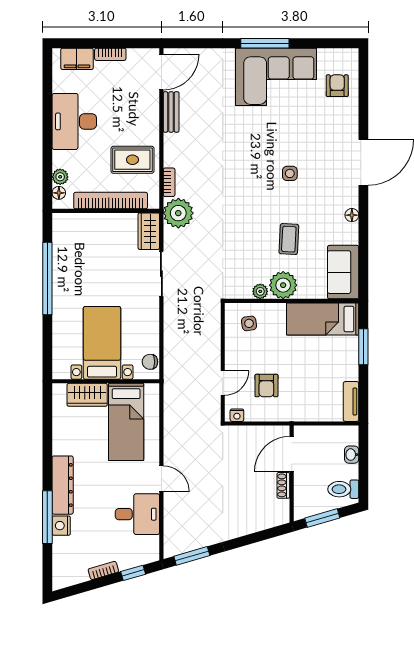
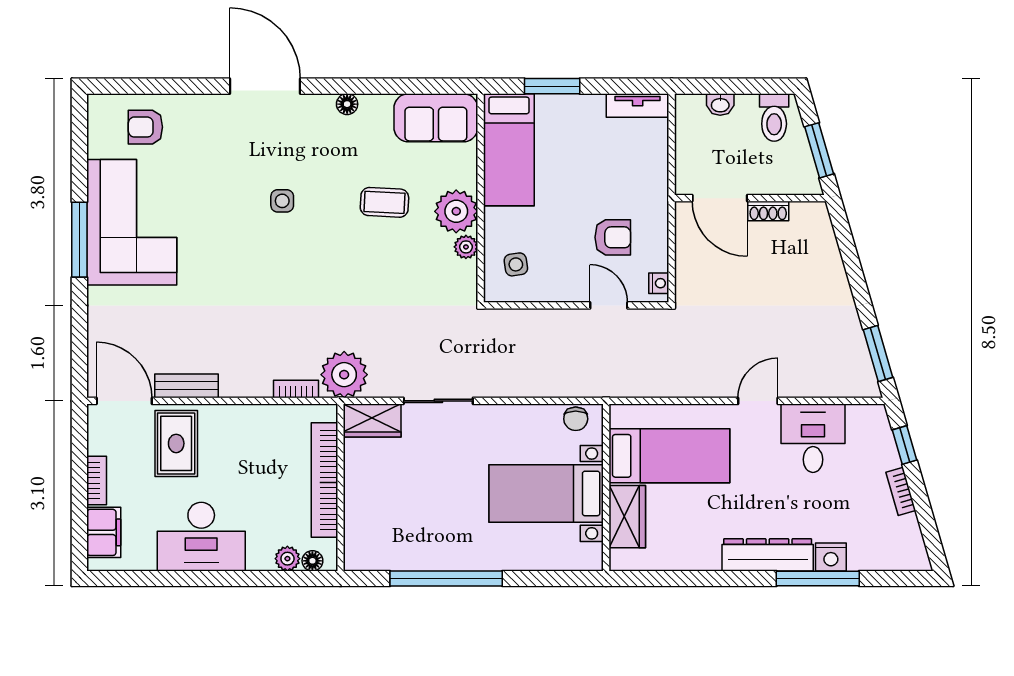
rug: (132, 160) -> (176, 443), moved

